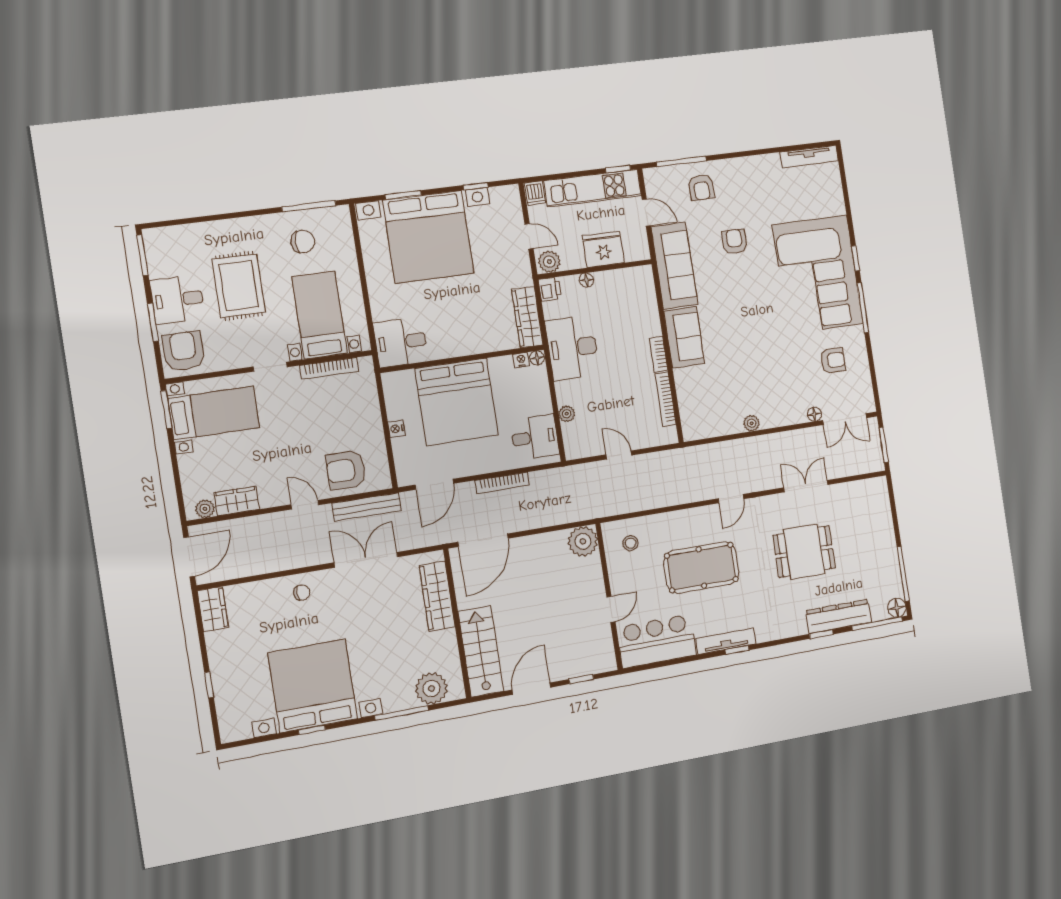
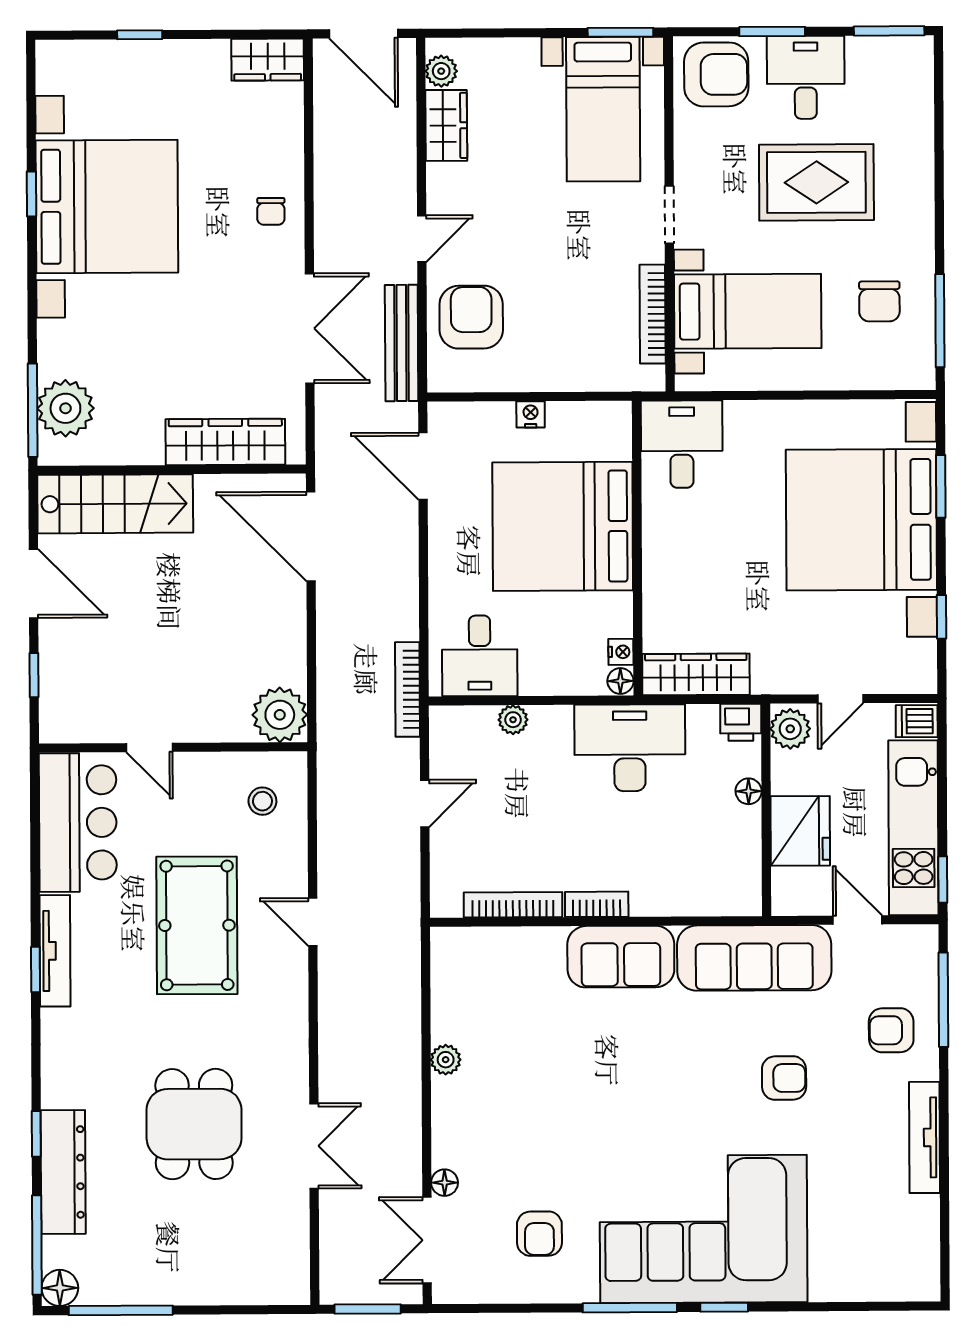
tv unit: (809, 156) -> (925, 1137), moved
door: (646, 213) -> (858, 920), swing flipped
bookcase: (502, 483) -> (407, 689), moved
door: (731, 499) -> (313, 922), moved
window: (402, 713) -> (33, 410), moved

